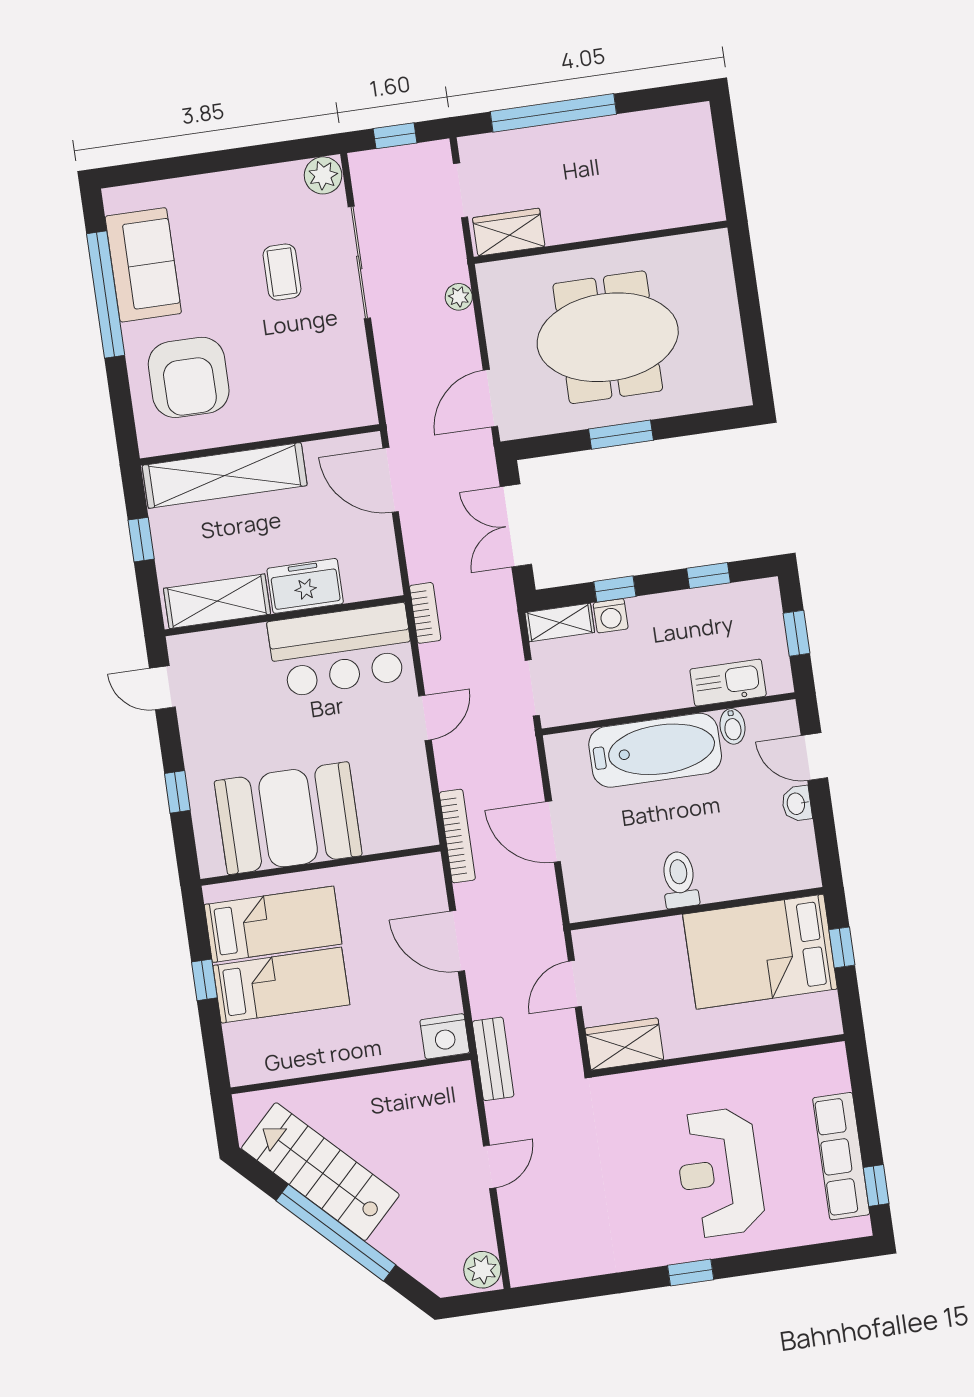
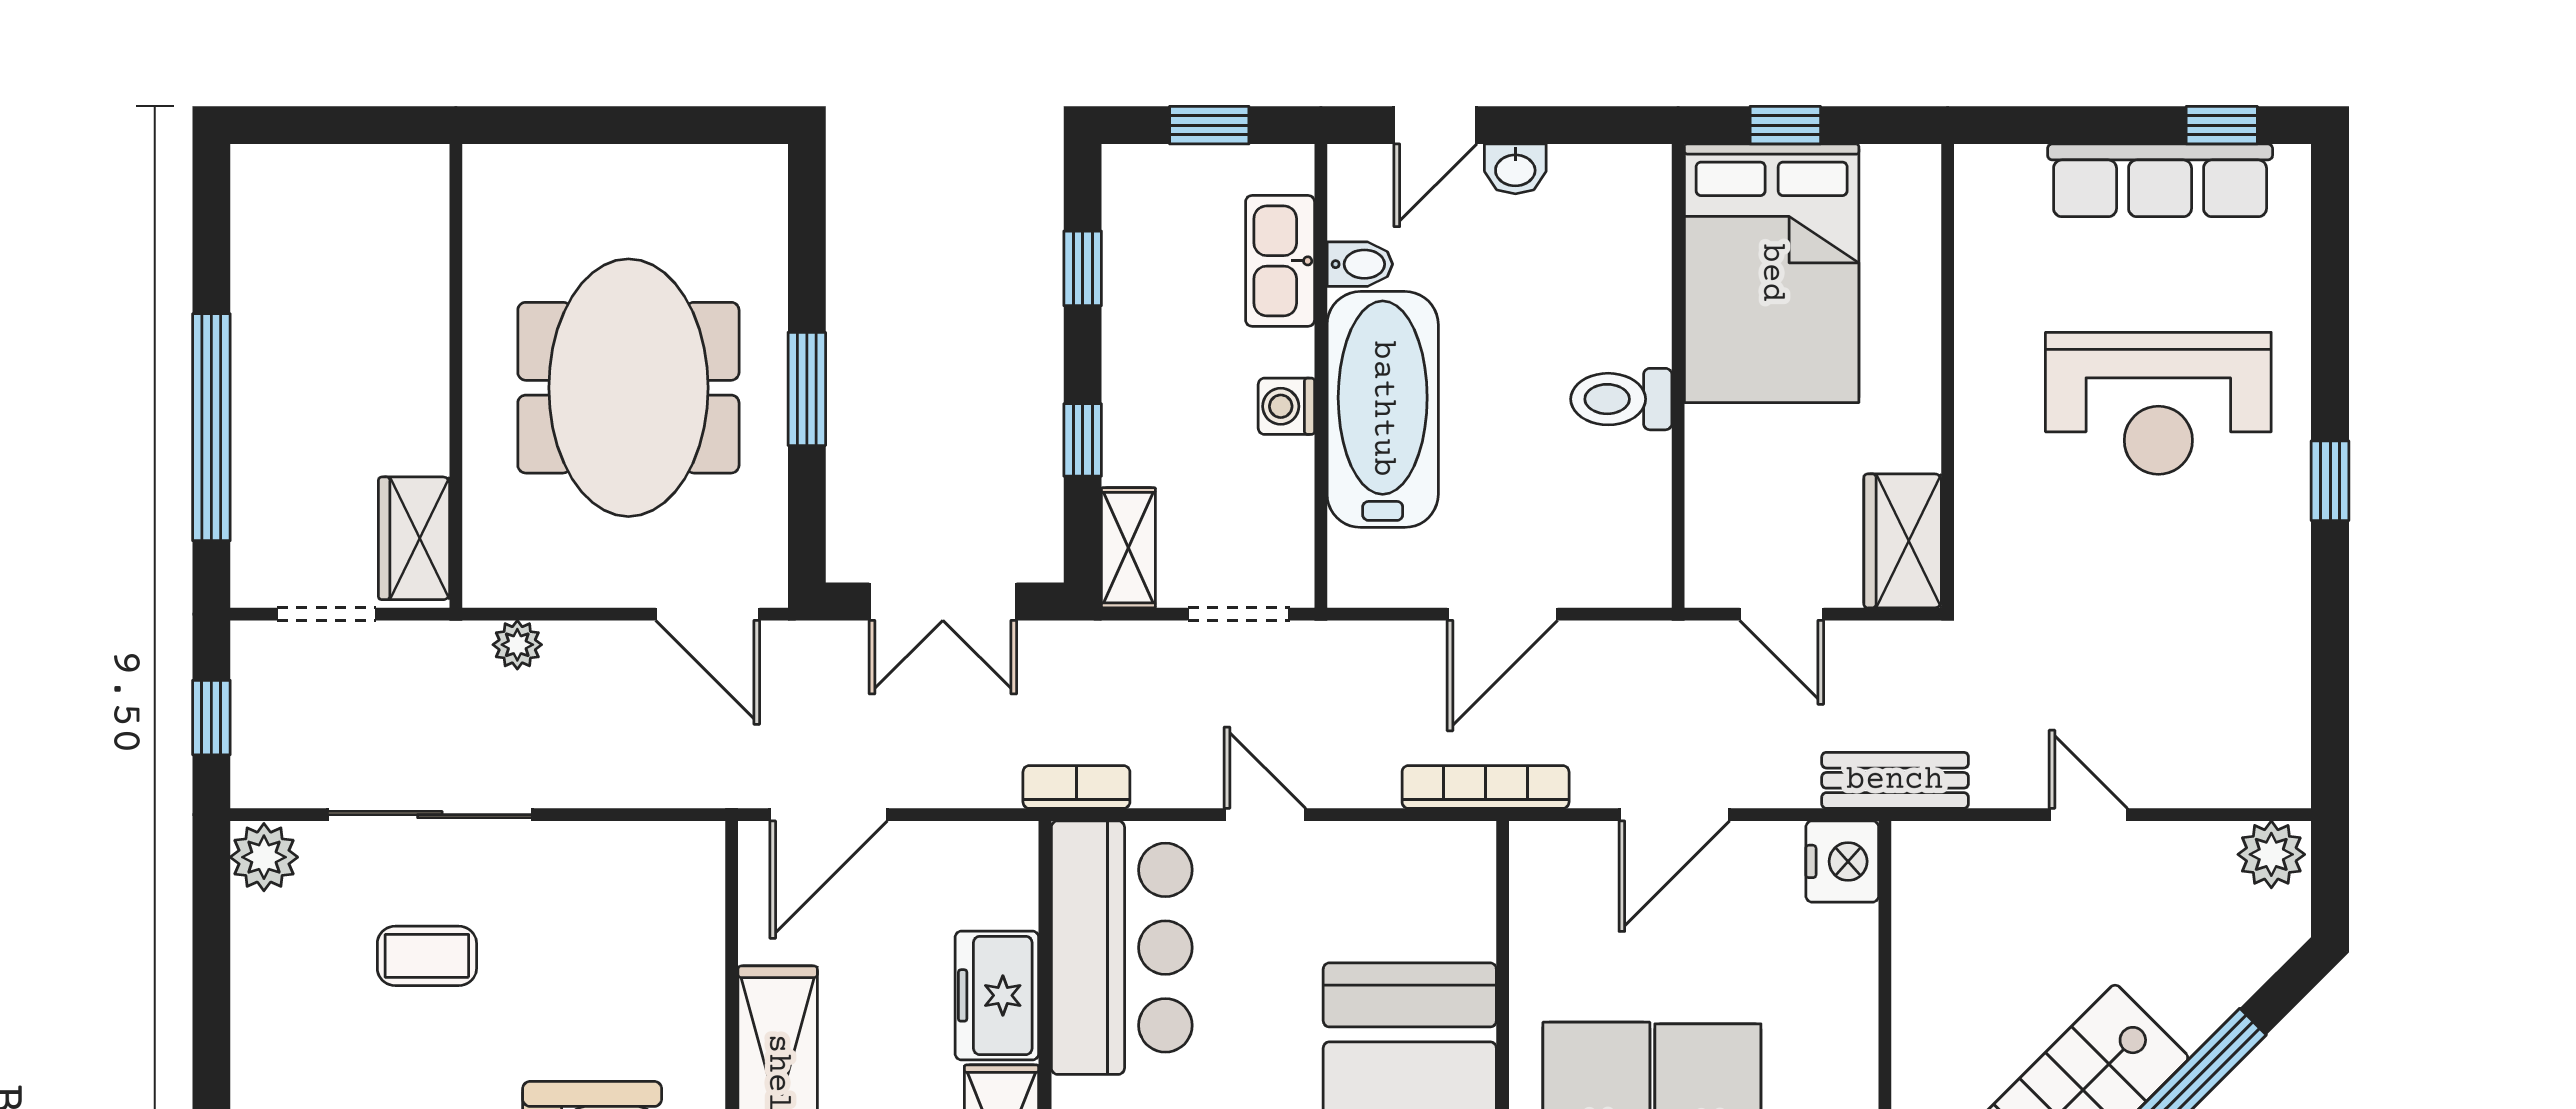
washing machine: (611, 616) -> (1286, 406), moved, turned 180

